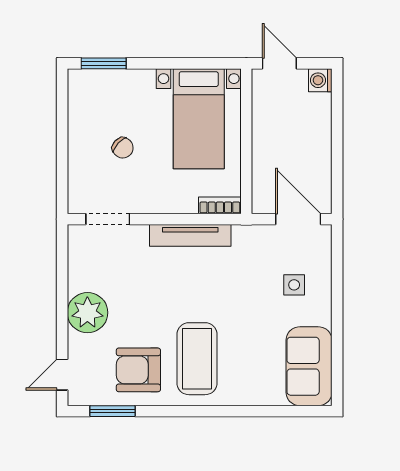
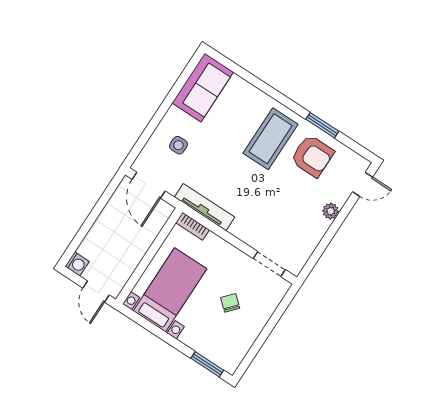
tv unit: (190, 235) -> (205, 207), moved
plant: (87, 313) -> (331, 211), width x0.53, depth x0.53
window: (113, 411) -> (322, 125), moved

